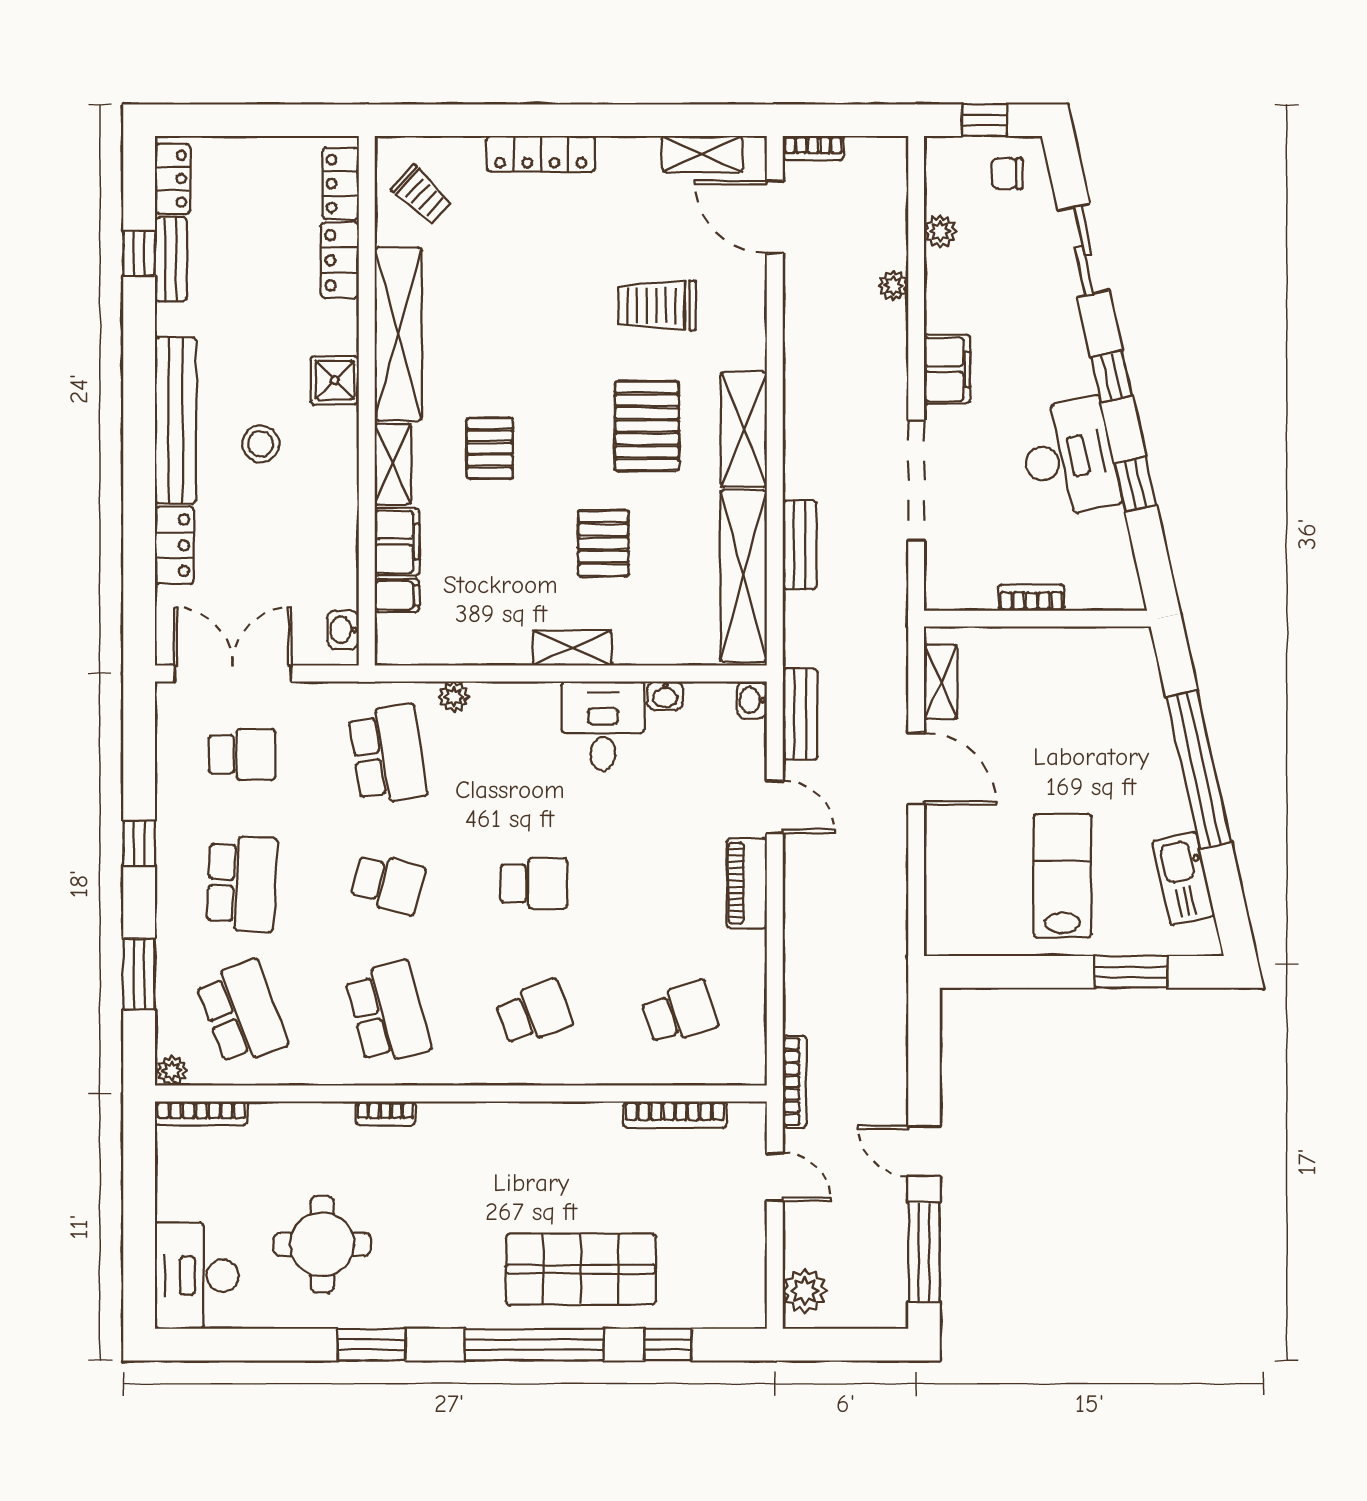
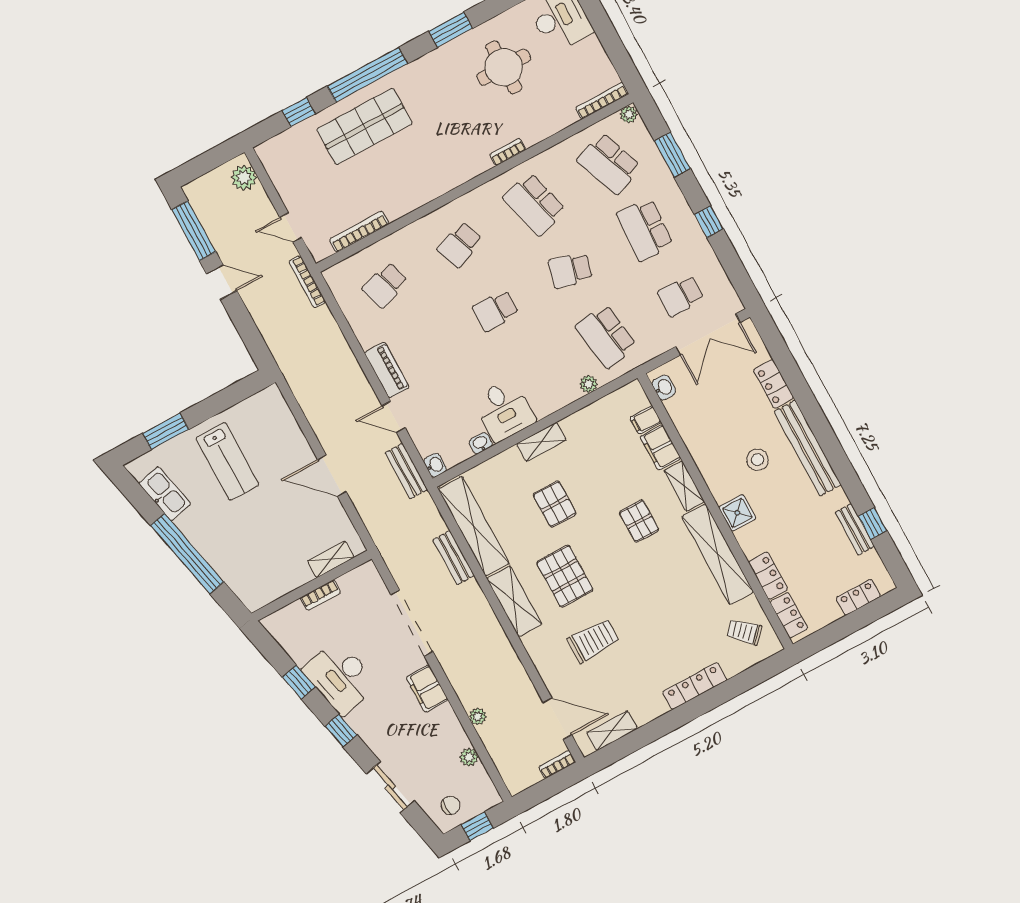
locker: (172, 179) -> (858, 597), moved, turned 90
shelving: (941, 682) -> (331, 559), moved, turned 90

